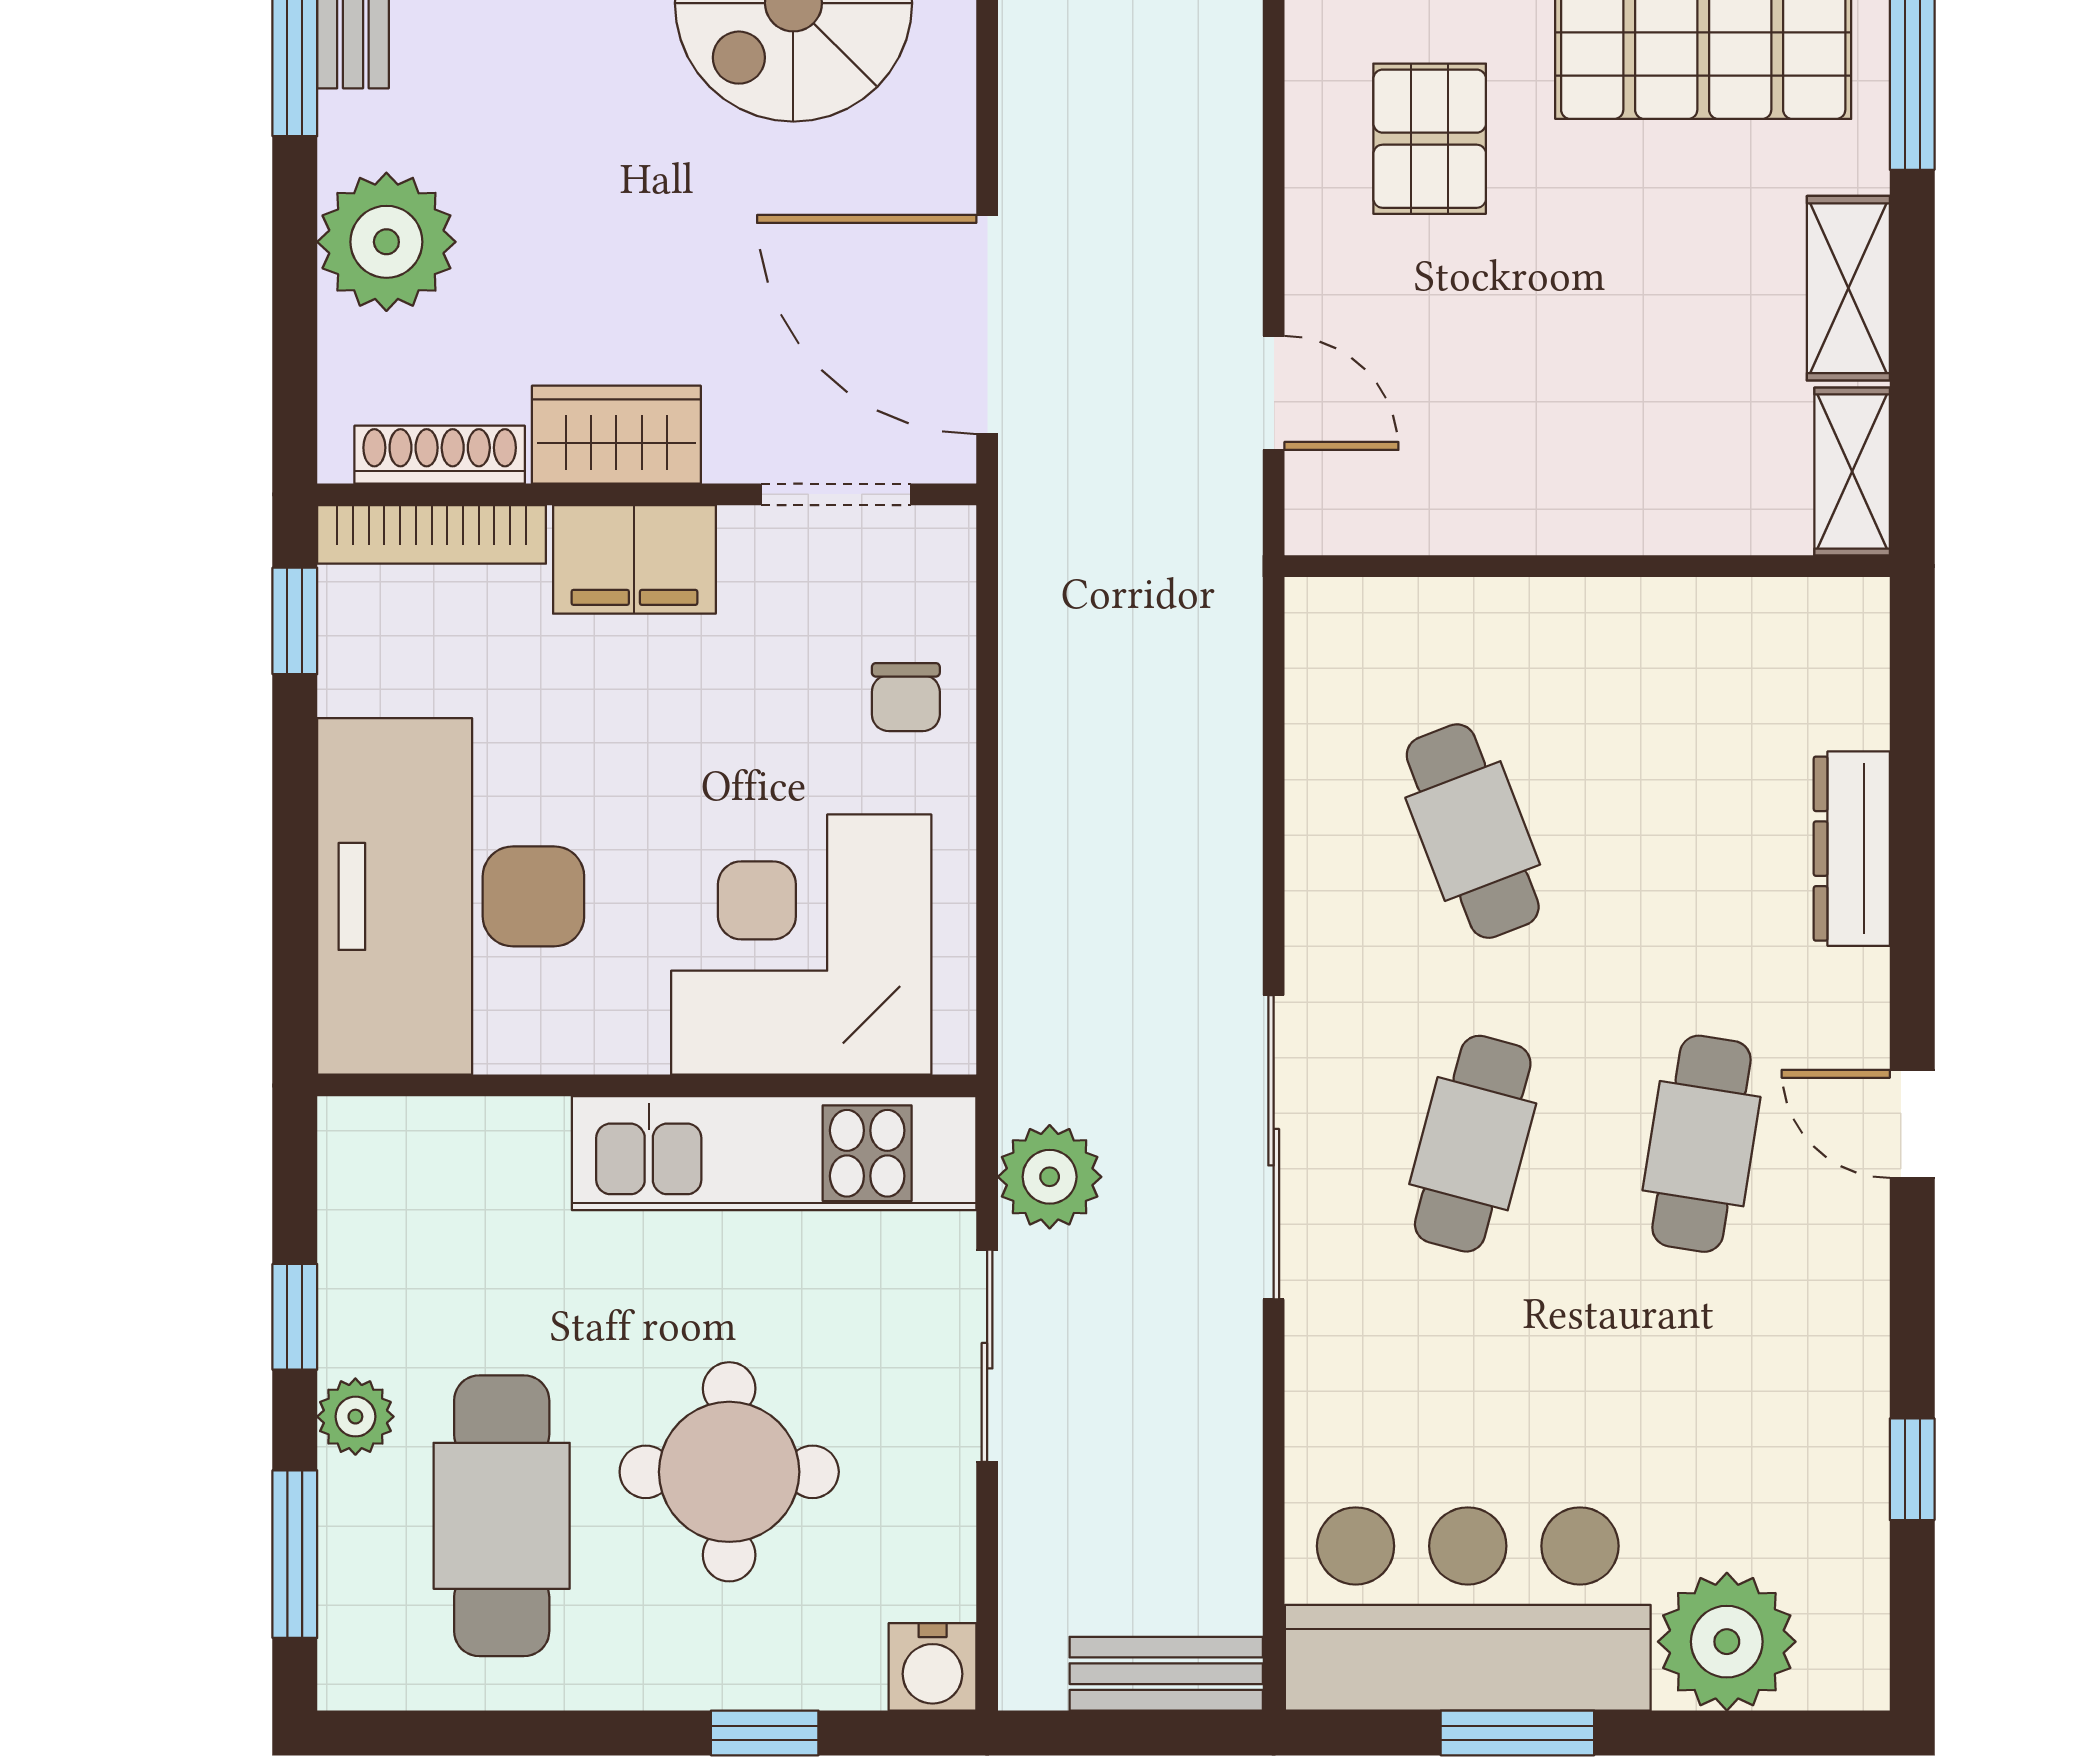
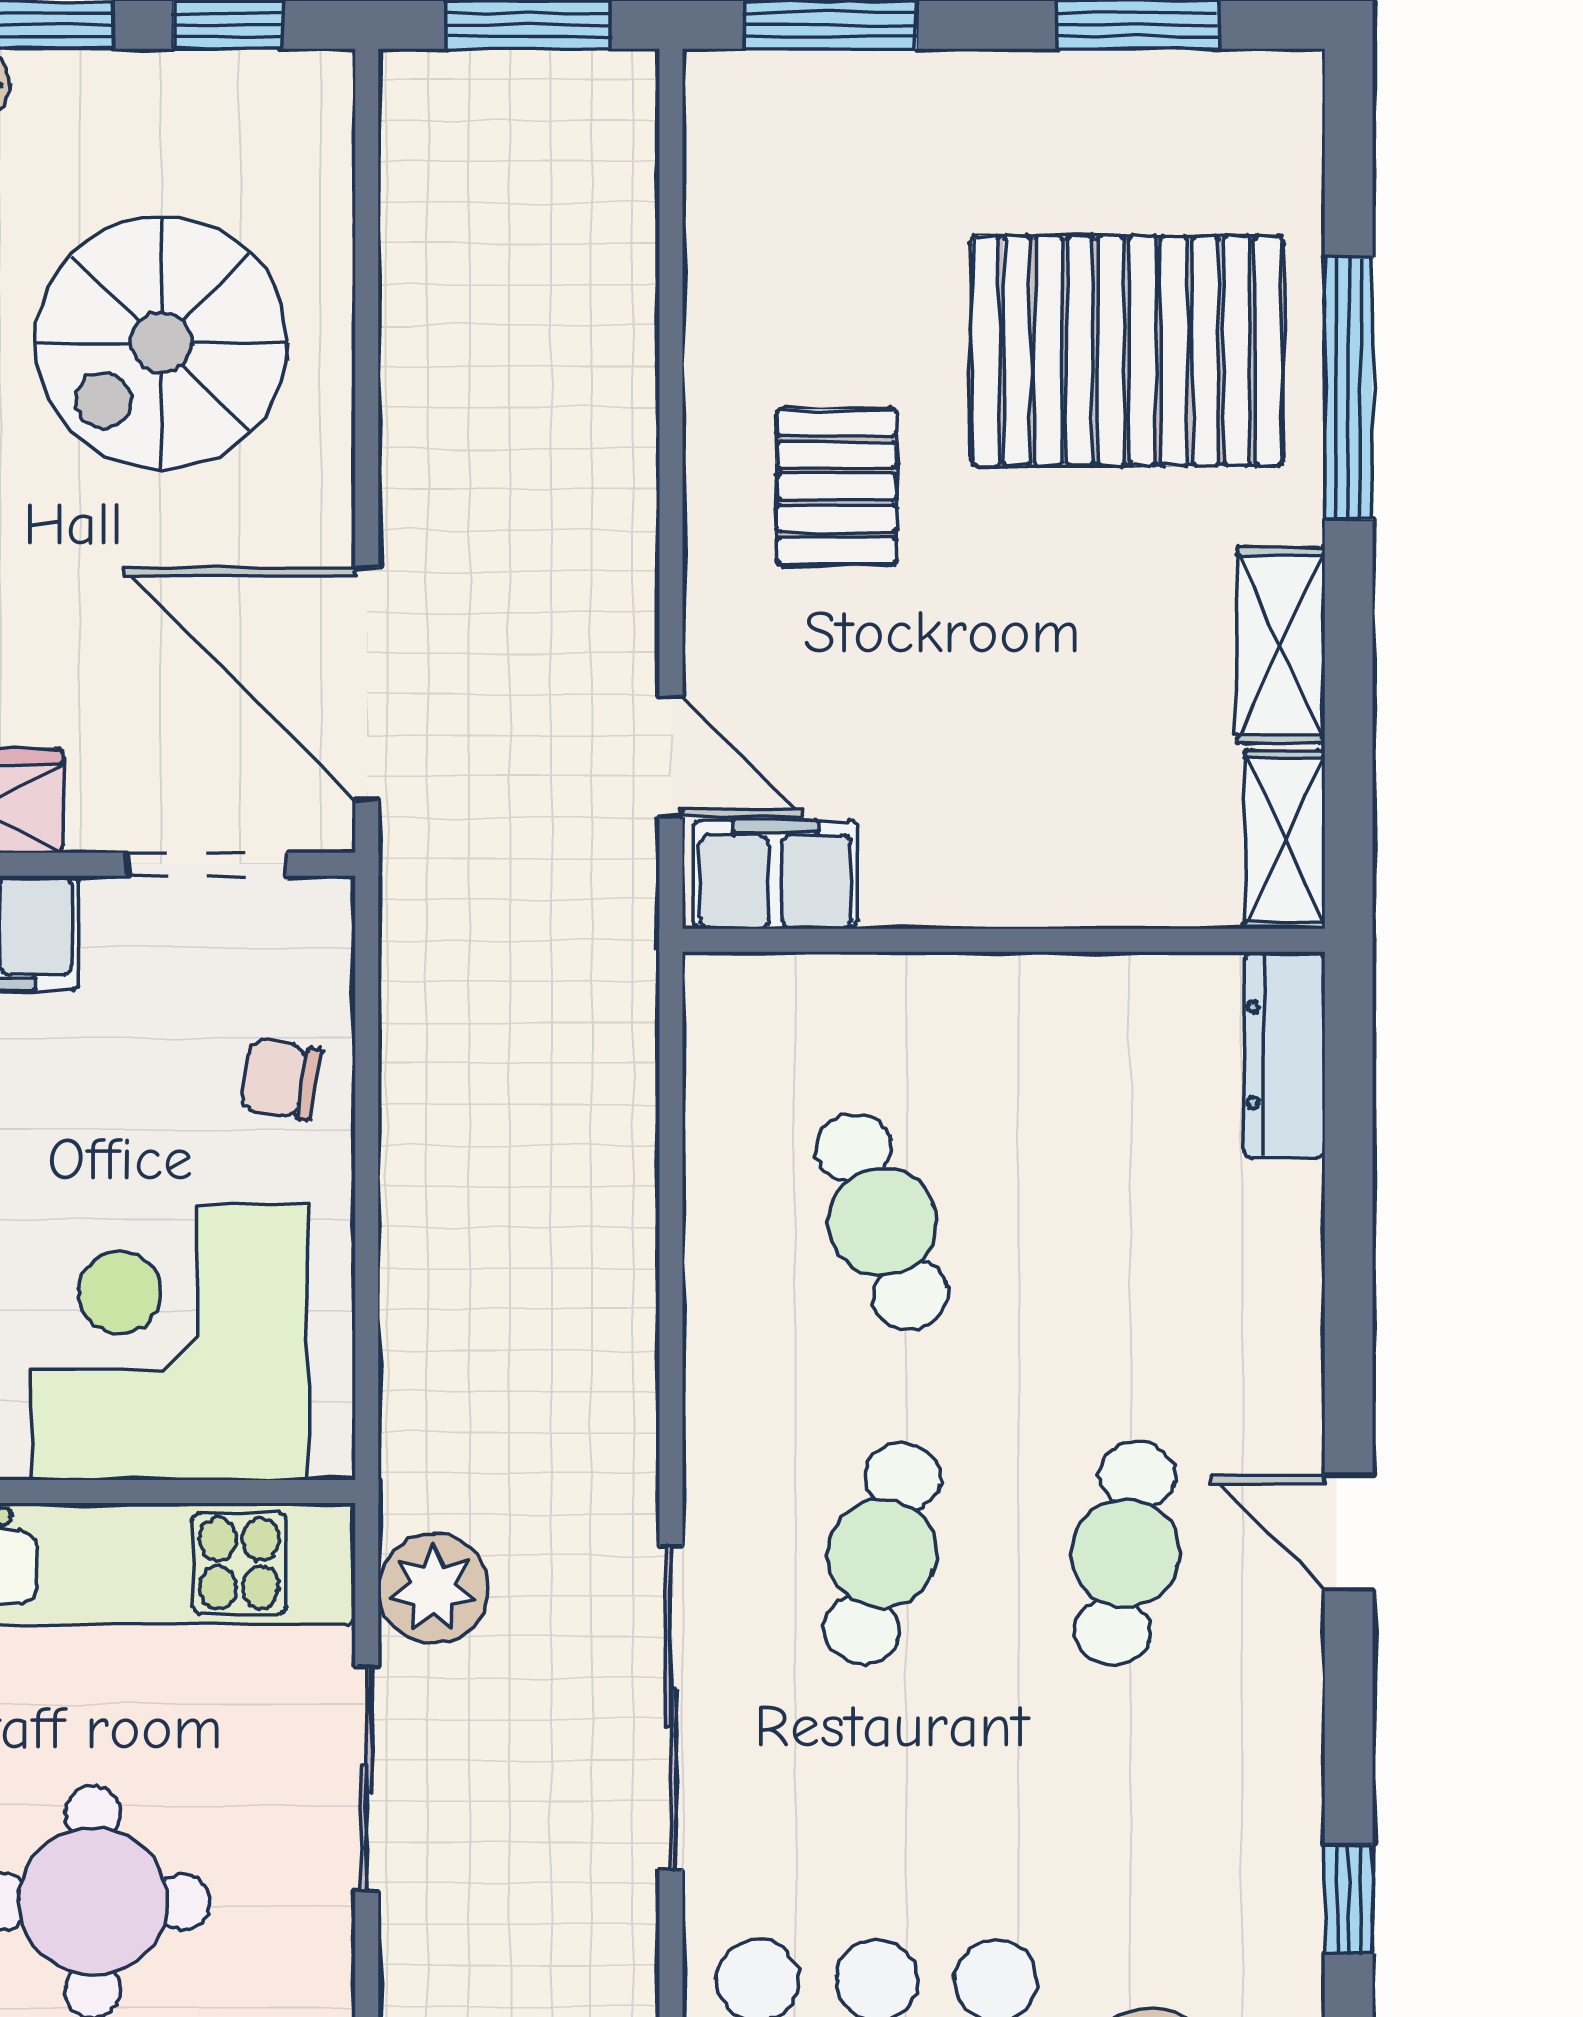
filing cabinet: (1372, 504) -> (775, 874), added
chair: (906, 697) -> (280, 1079), turned 100
dresser: (1852, 849) -> (1285, 1055), moved
sliding door: (1274, 1147) -> (671, 1708), moved

